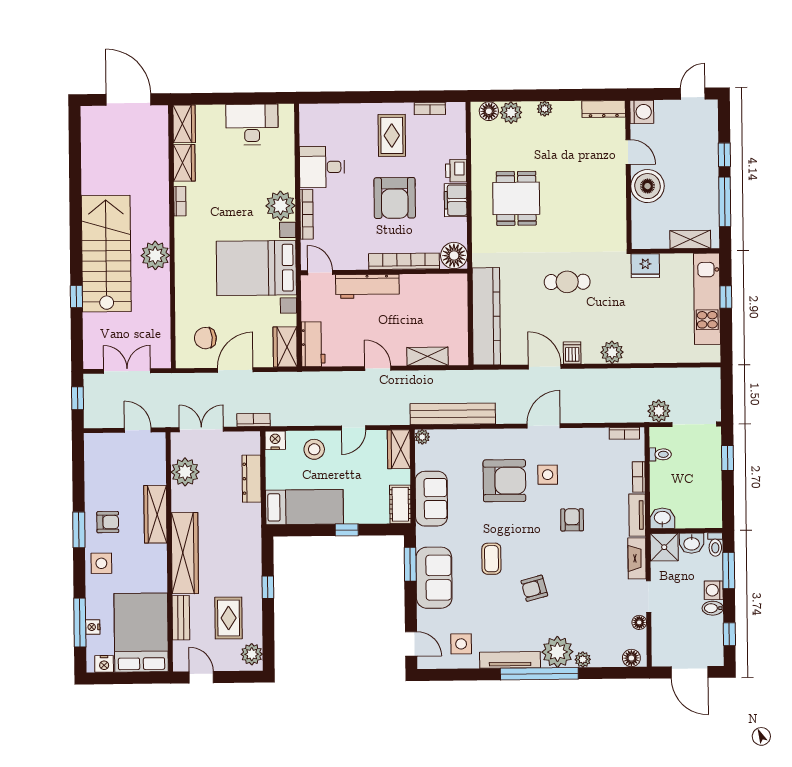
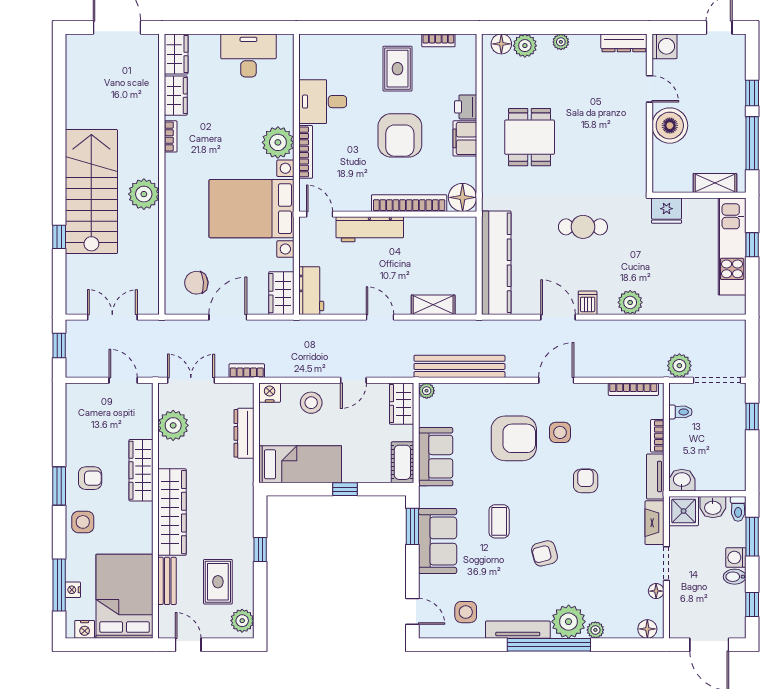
bookcase: (624, 433) -> (633, 389), width x1.56

